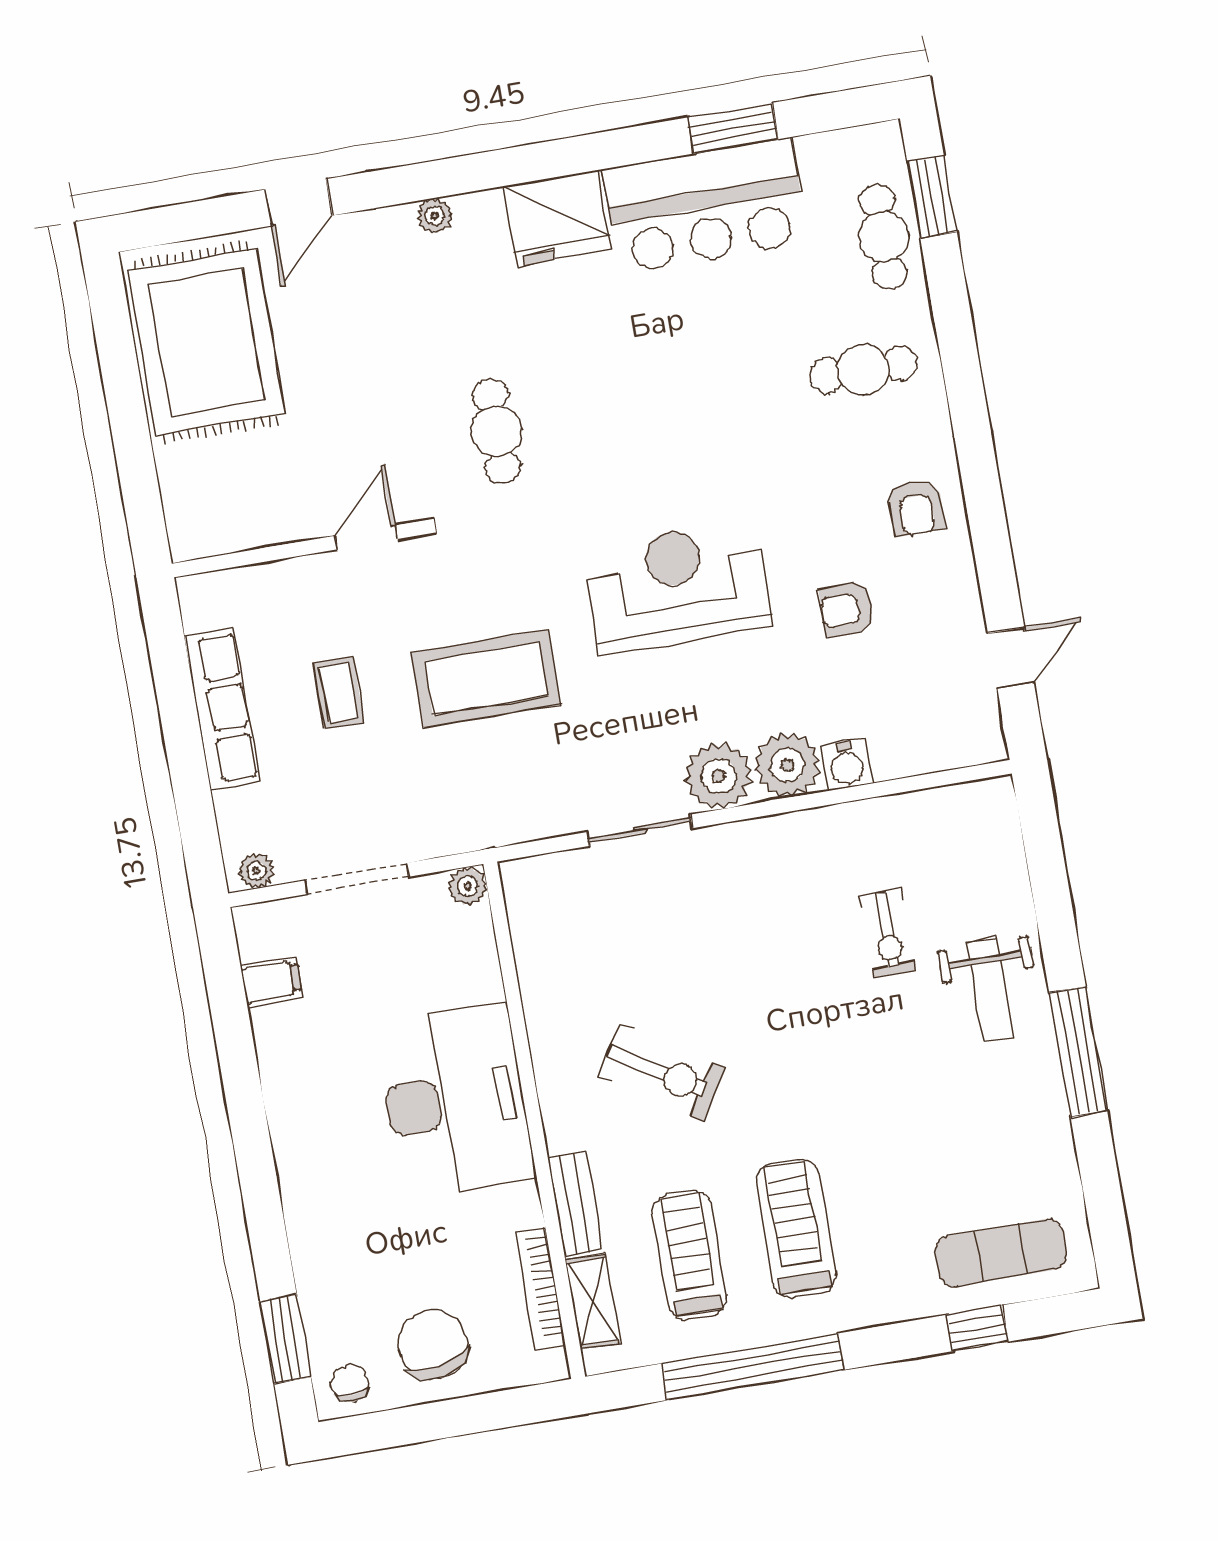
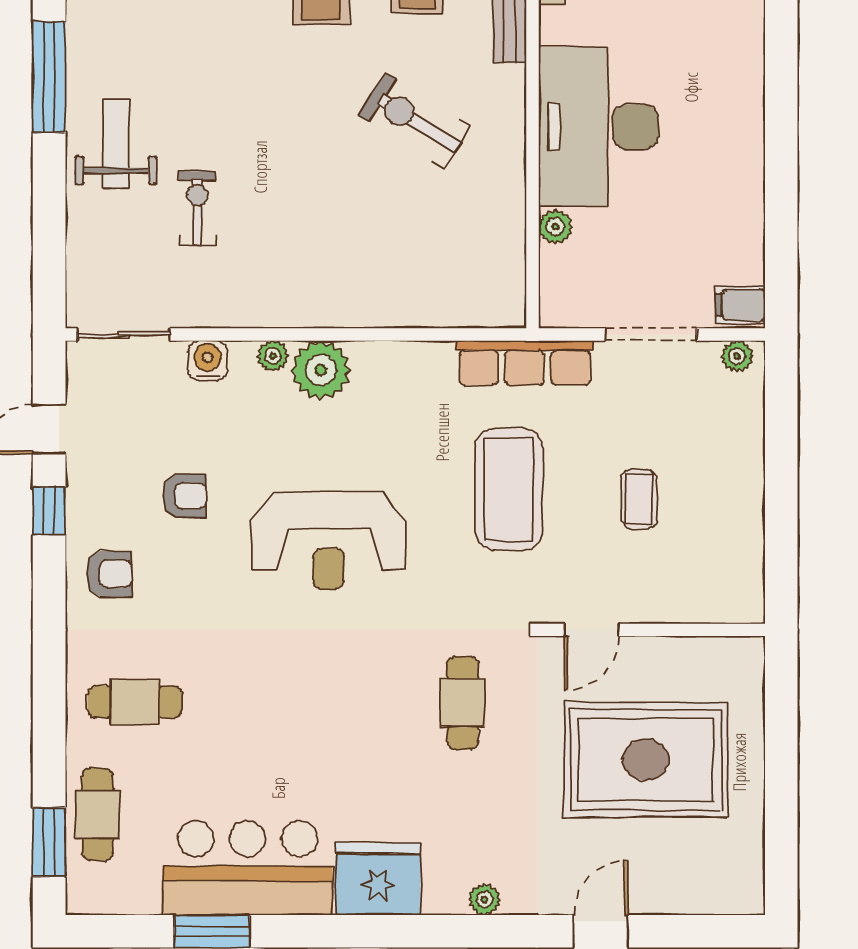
rug: (206, 342) -> (646, 760), moved, turned 90
armchair: (916, 508) -> (109, 574), turned 90
window: (995, 567) -> (49, 511), added
coffee table: (486, 679) -> (509, 489), turned 90
row of seats: (222, 708) -> (525, 363), moved, turned -90
plant: (787, 765) -> (273, 356), width x0.53, depth x0.53
sliding door: (640, 830) -> (124, 335), moved
plant: (468, 886) -> (555, 227), moved
filing cabinet: (271, 981) -> (740, 305), moved

